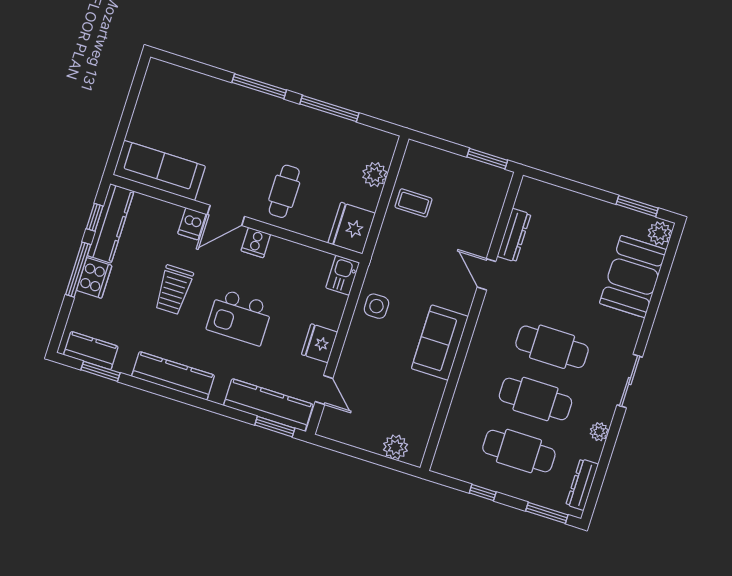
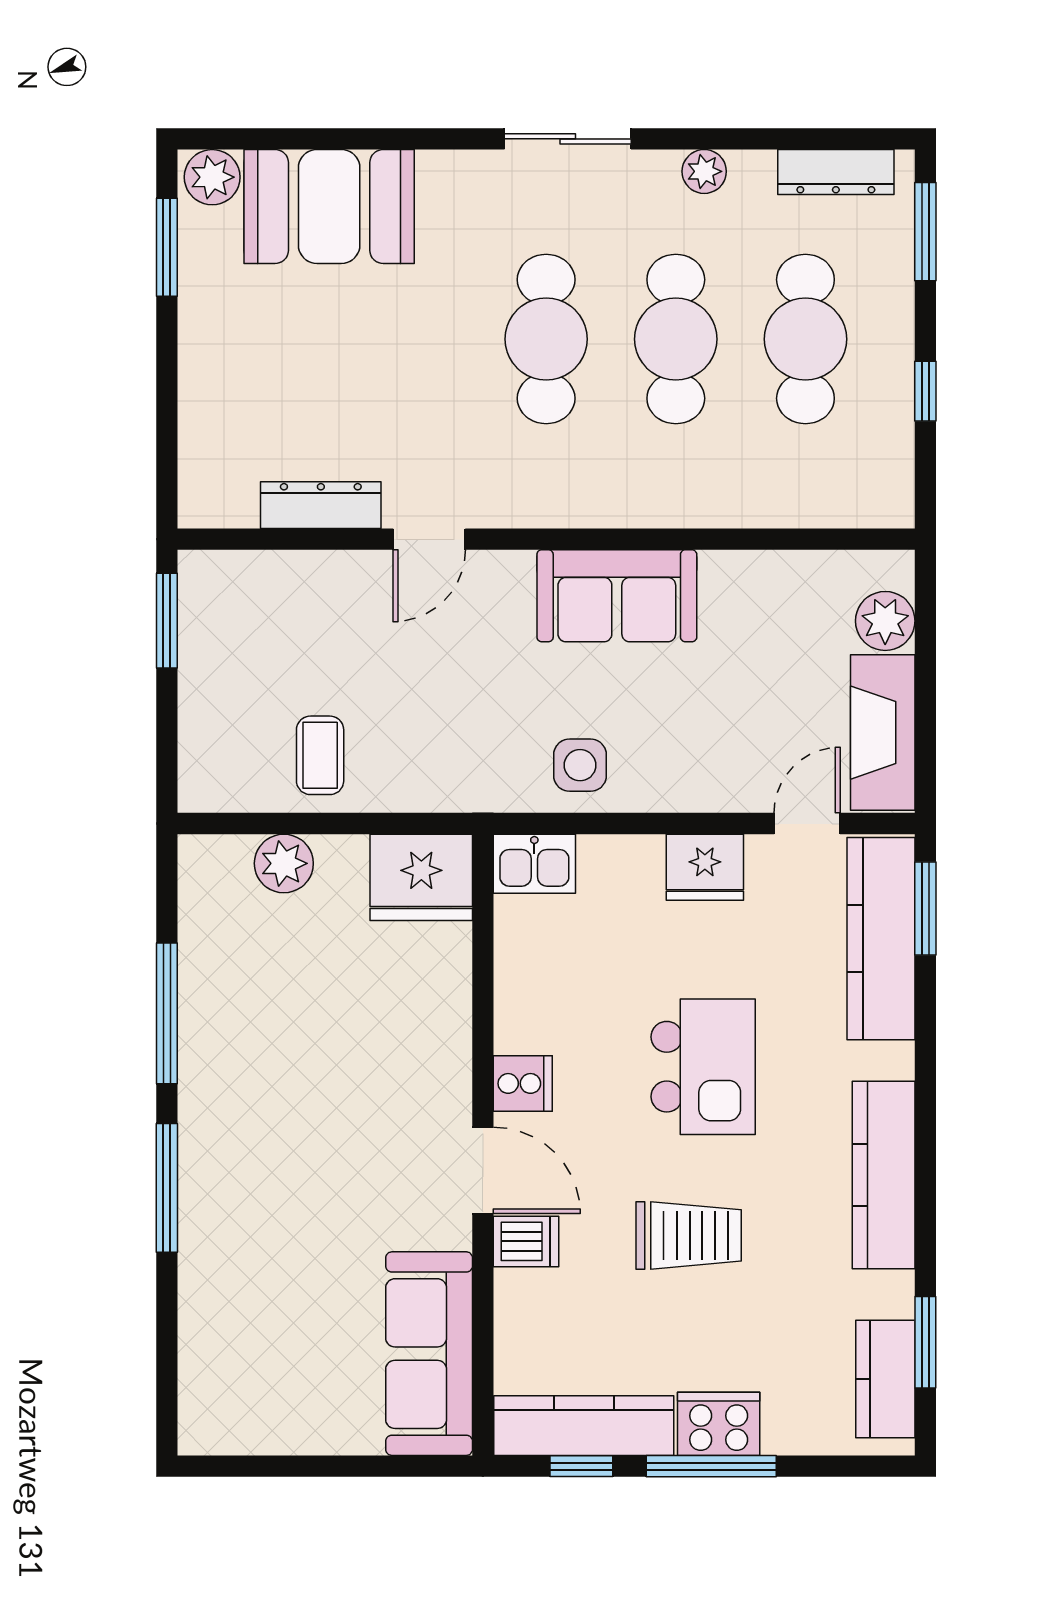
cafe table: (284, 191) -> (387, 1056), removed
fireplace: (351, 432) -> (883, 733), added

